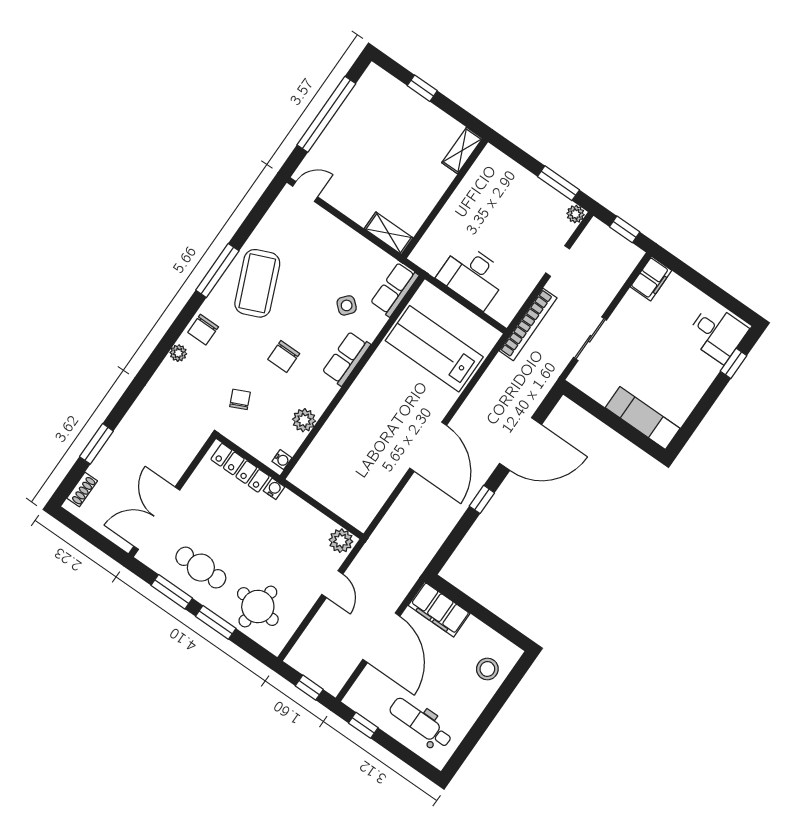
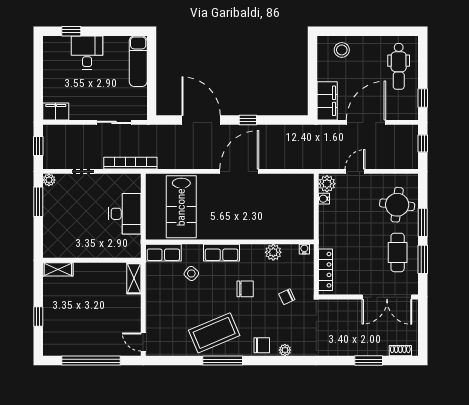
desk: (717, 333) -> (87, 53), moved
water cooler: (274, 489) -> (324, 199), moved

